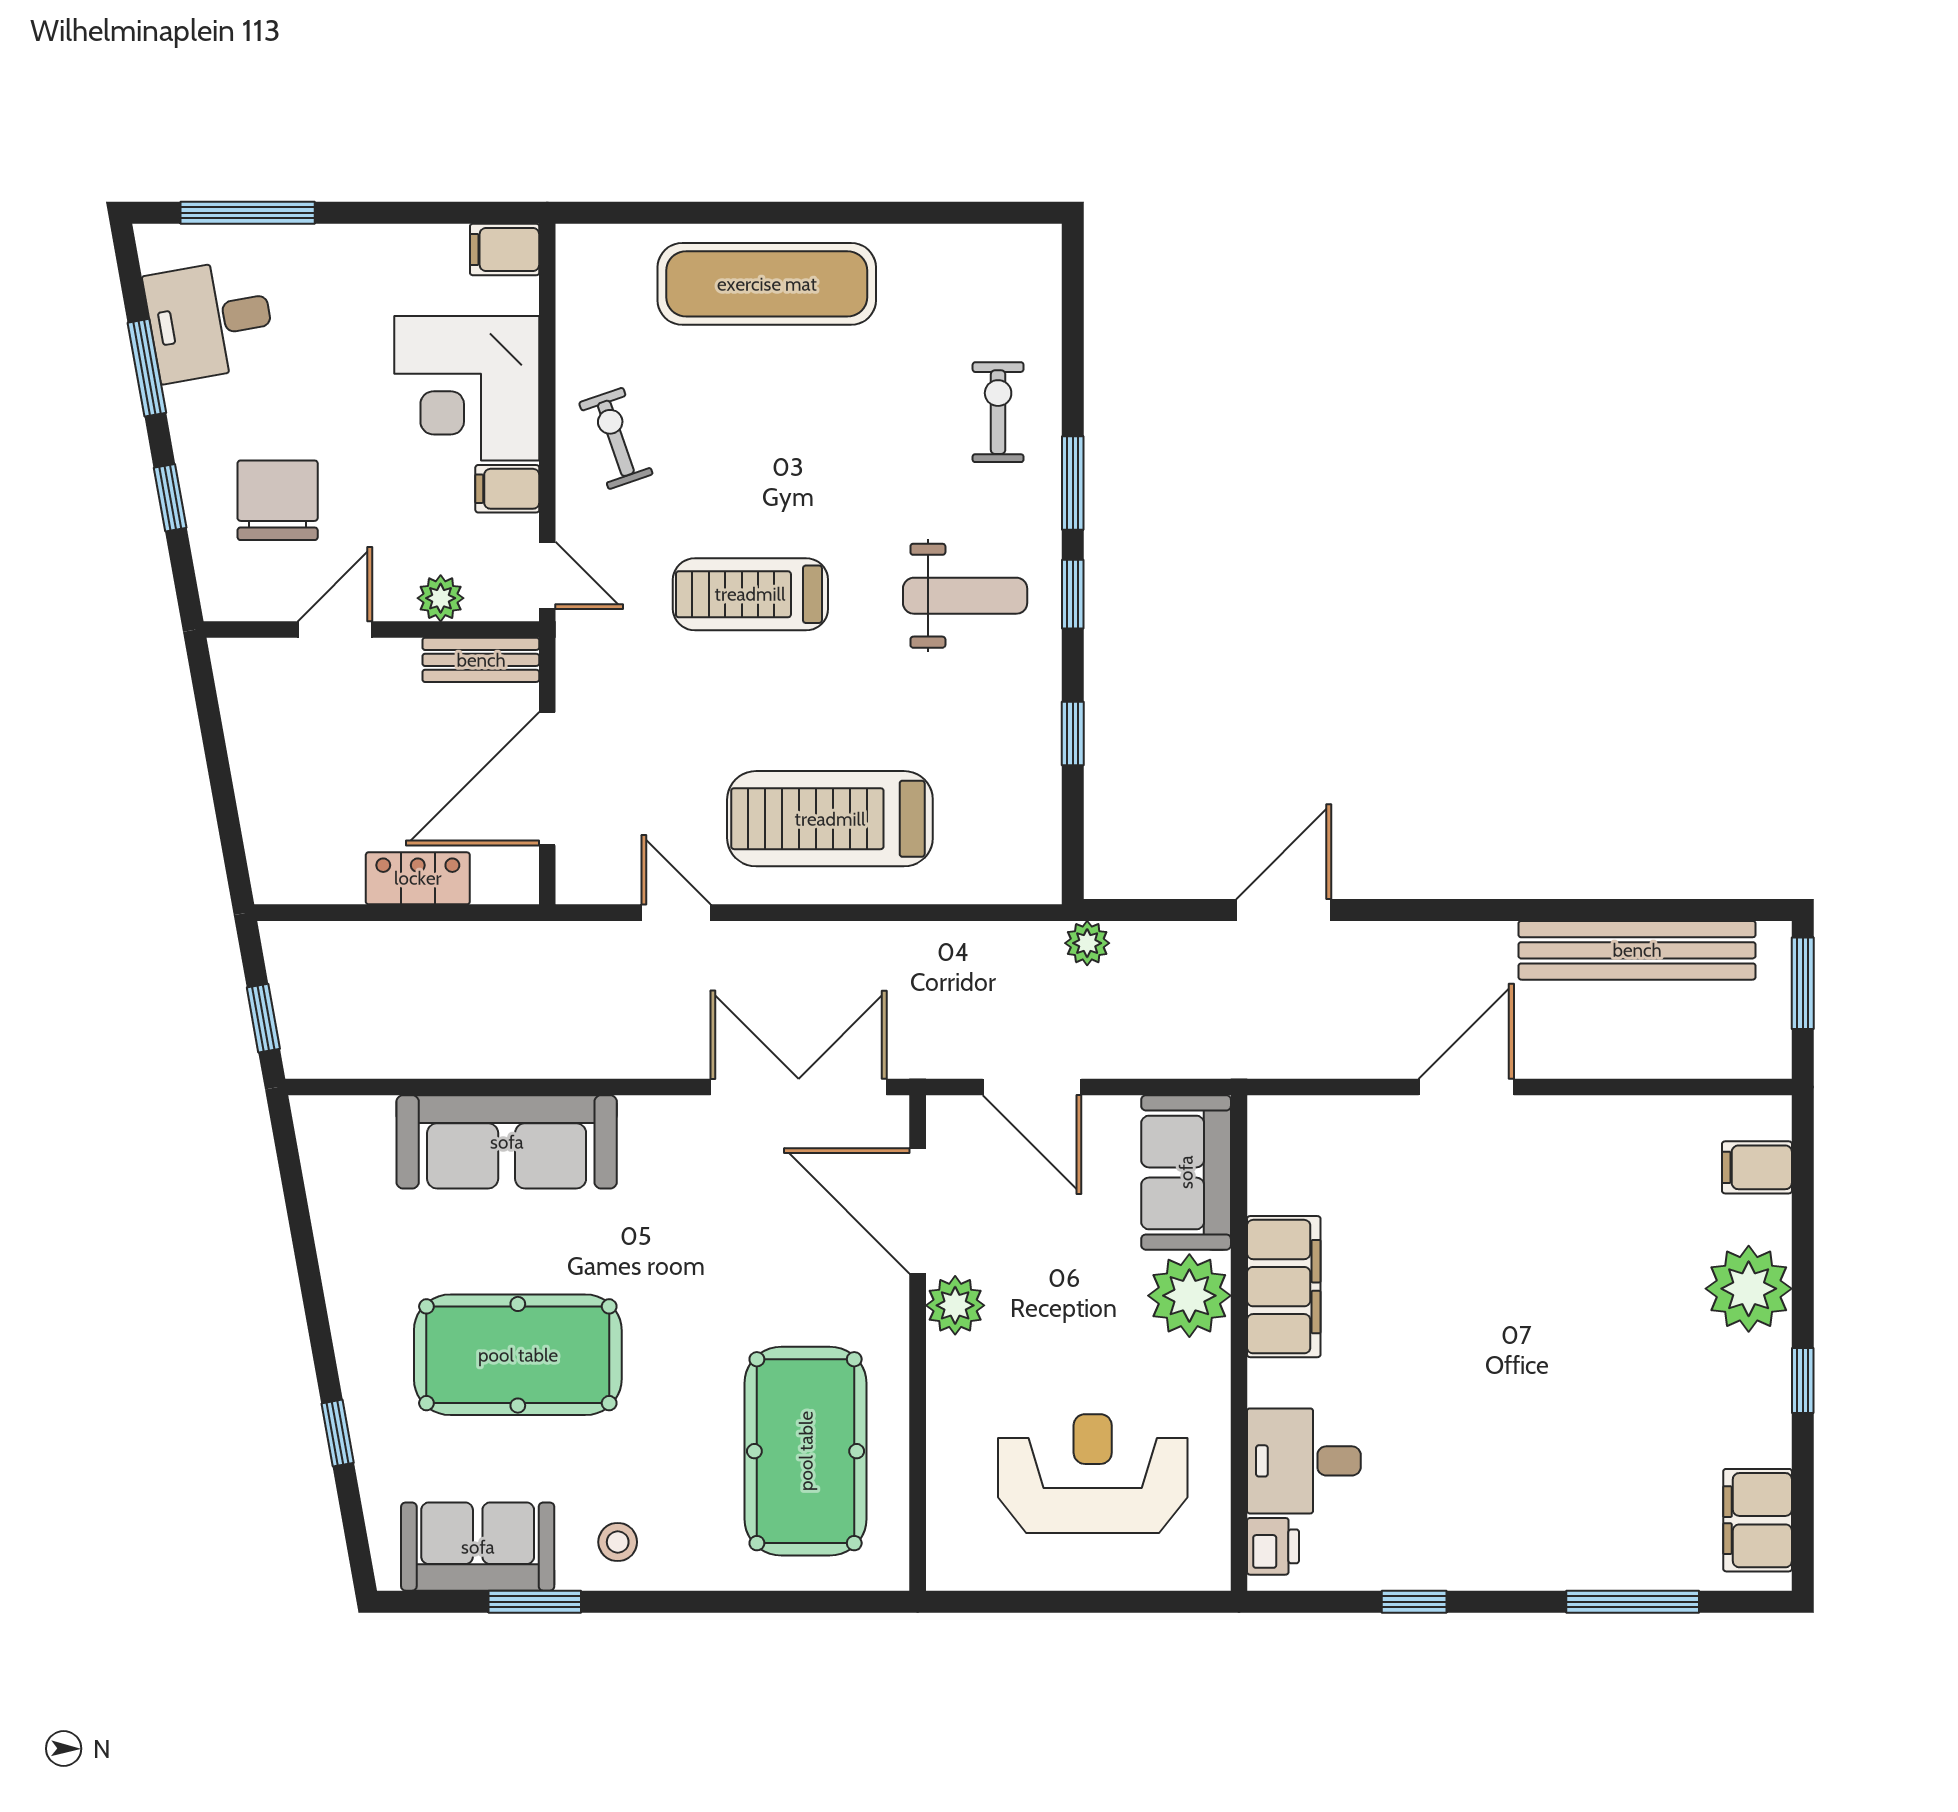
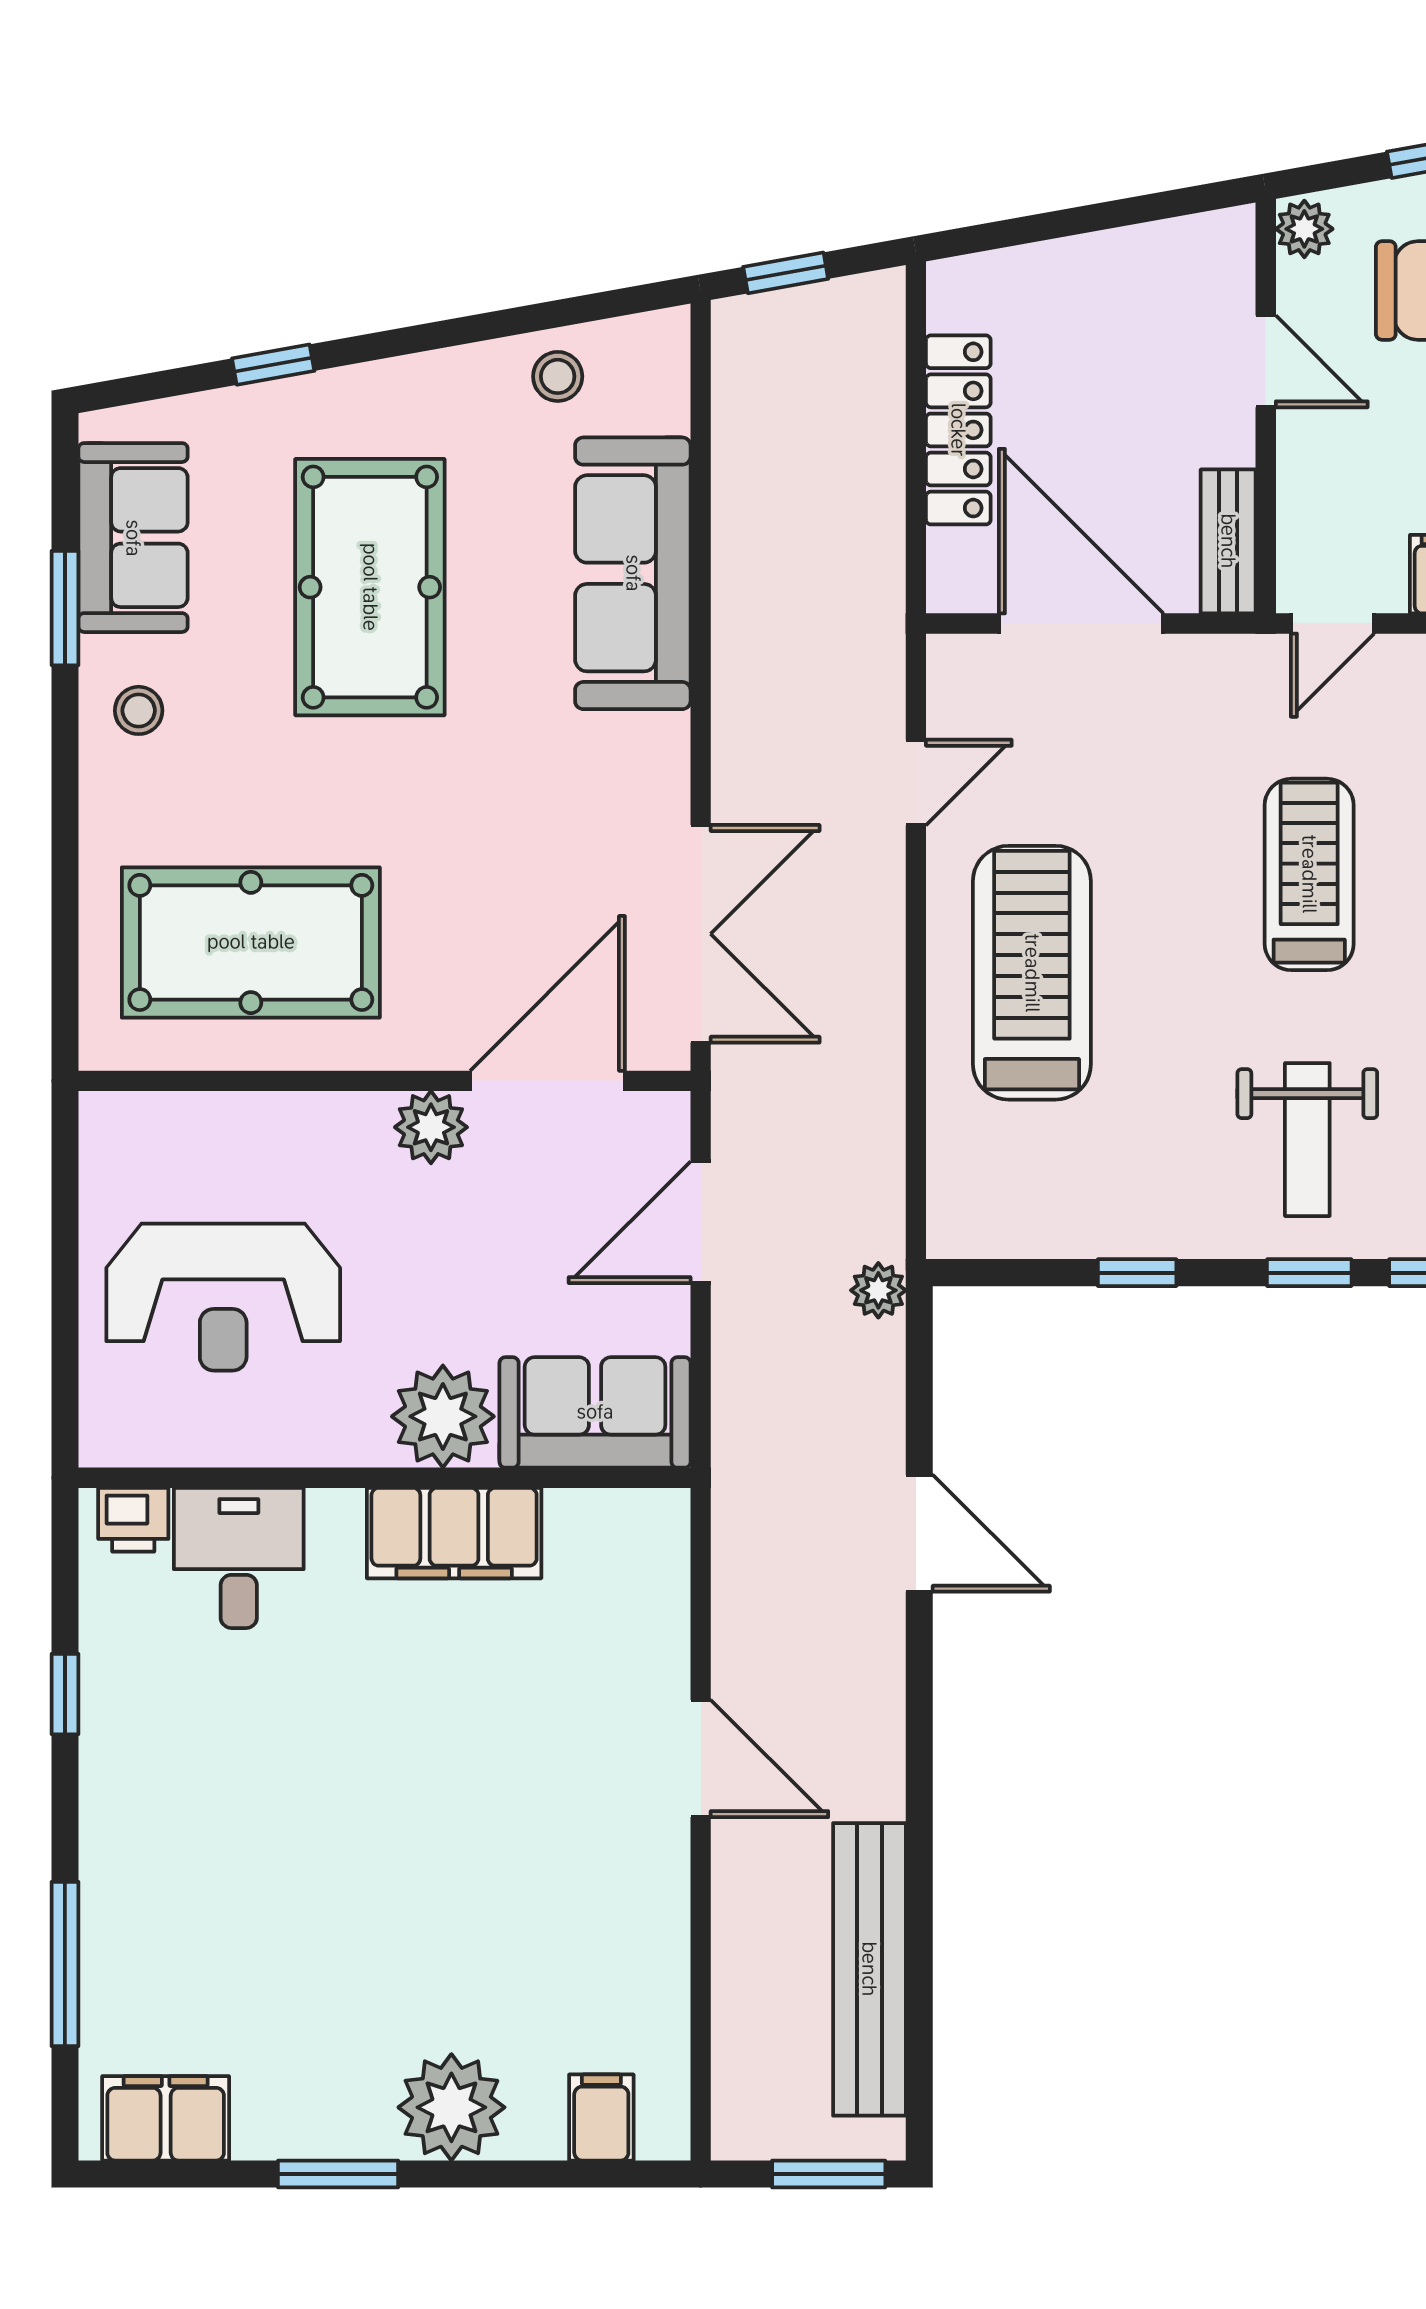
plant: (441, 598) -> (1304, 229), moved
locker: (418, 878) -> (958, 430), width x1.53
stool: (347, 1203) -> (558, 376), added
window: (1803, 1381) -> (338, 2174), width x1.50
reception desk: (1093, 1474) -> (223, 1297), turned 90

